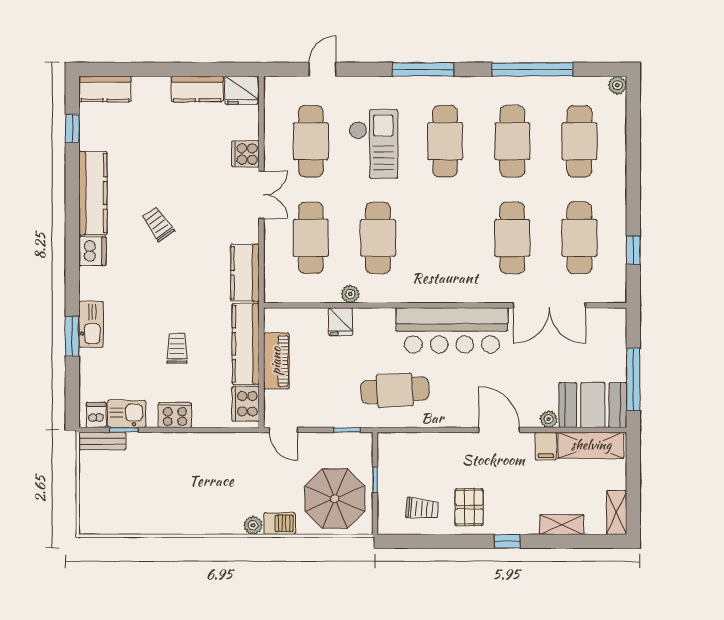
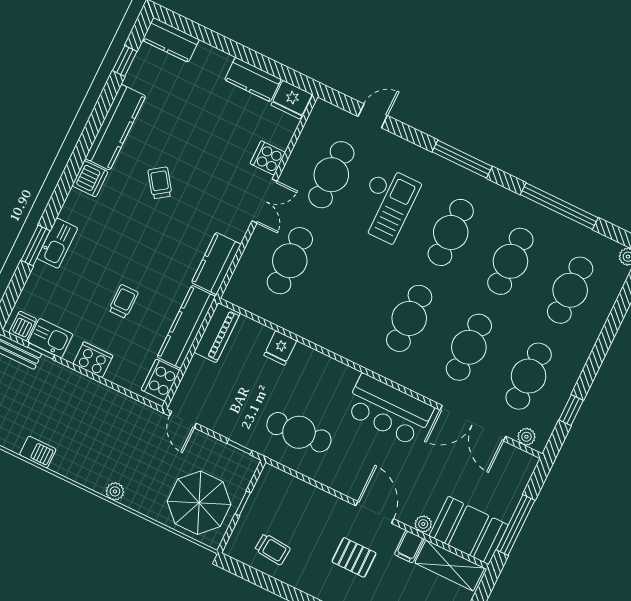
cafe table: (378, 238) -> (409, 318), moved
plant: (350, 294) -> (526, 437), moved
bar counter: (452, 330) -> (389, 410), width x0.73
piano: (276, 361) -> (217, 333), moved
pallet: (469, 507) -> (354, 557), moved, turned 90
barbecue: (280, 524) -> (38, 452), moved

